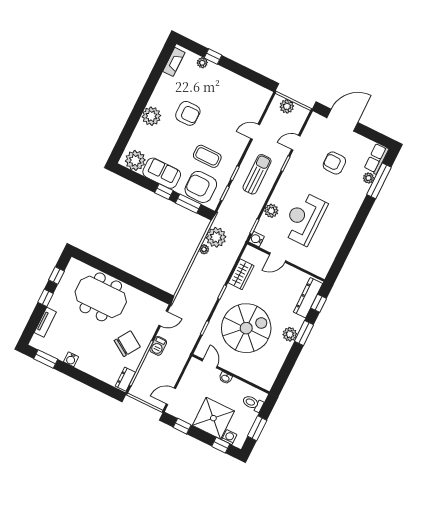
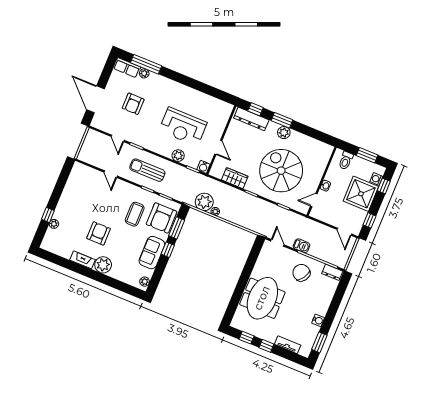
fireplace: (174, 62) -> (83, 260), moved
plant: (287, 106) -> (87, 148), removed
plant: (135, 160) -> (145, 282), width x0.53, depth x0.53

